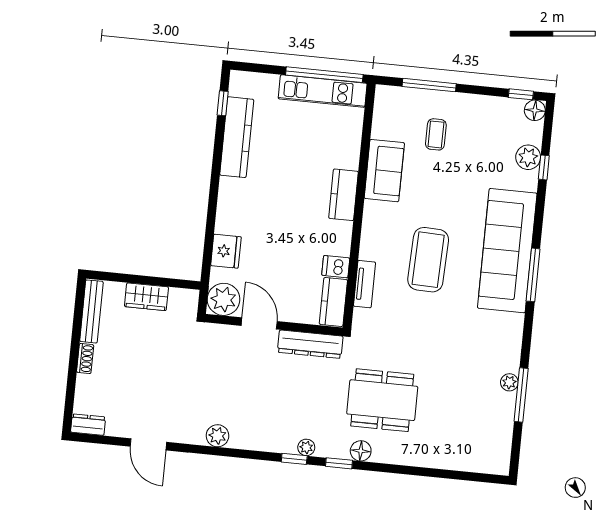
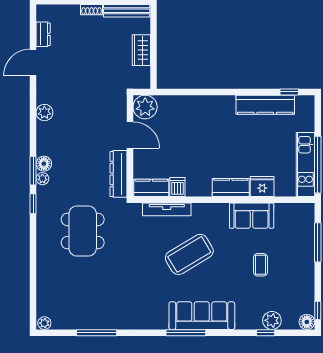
coffee table: (436, 134) -> (261, 265), moved, turned 90
fridge: (226, 251) -> (262, 187), moved, turned 180
sofa: (507, 251) -> (202, 316), width x0.74, depth x0.79
coffee table: (428, 260) -> (189, 254), turned -33
tv unit: (364, 284) -> (167, 209), width x1.41
door: (259, 323) -> (130, 135), hinge flipped
plant: (509, 382) -> (44, 323), moved
dresser: (88, 425) -> (43, 34), moved
floor lamp: (361, 451) -> (44, 164), moved
window: (294, 459) -> (33, 171), width x1.50

